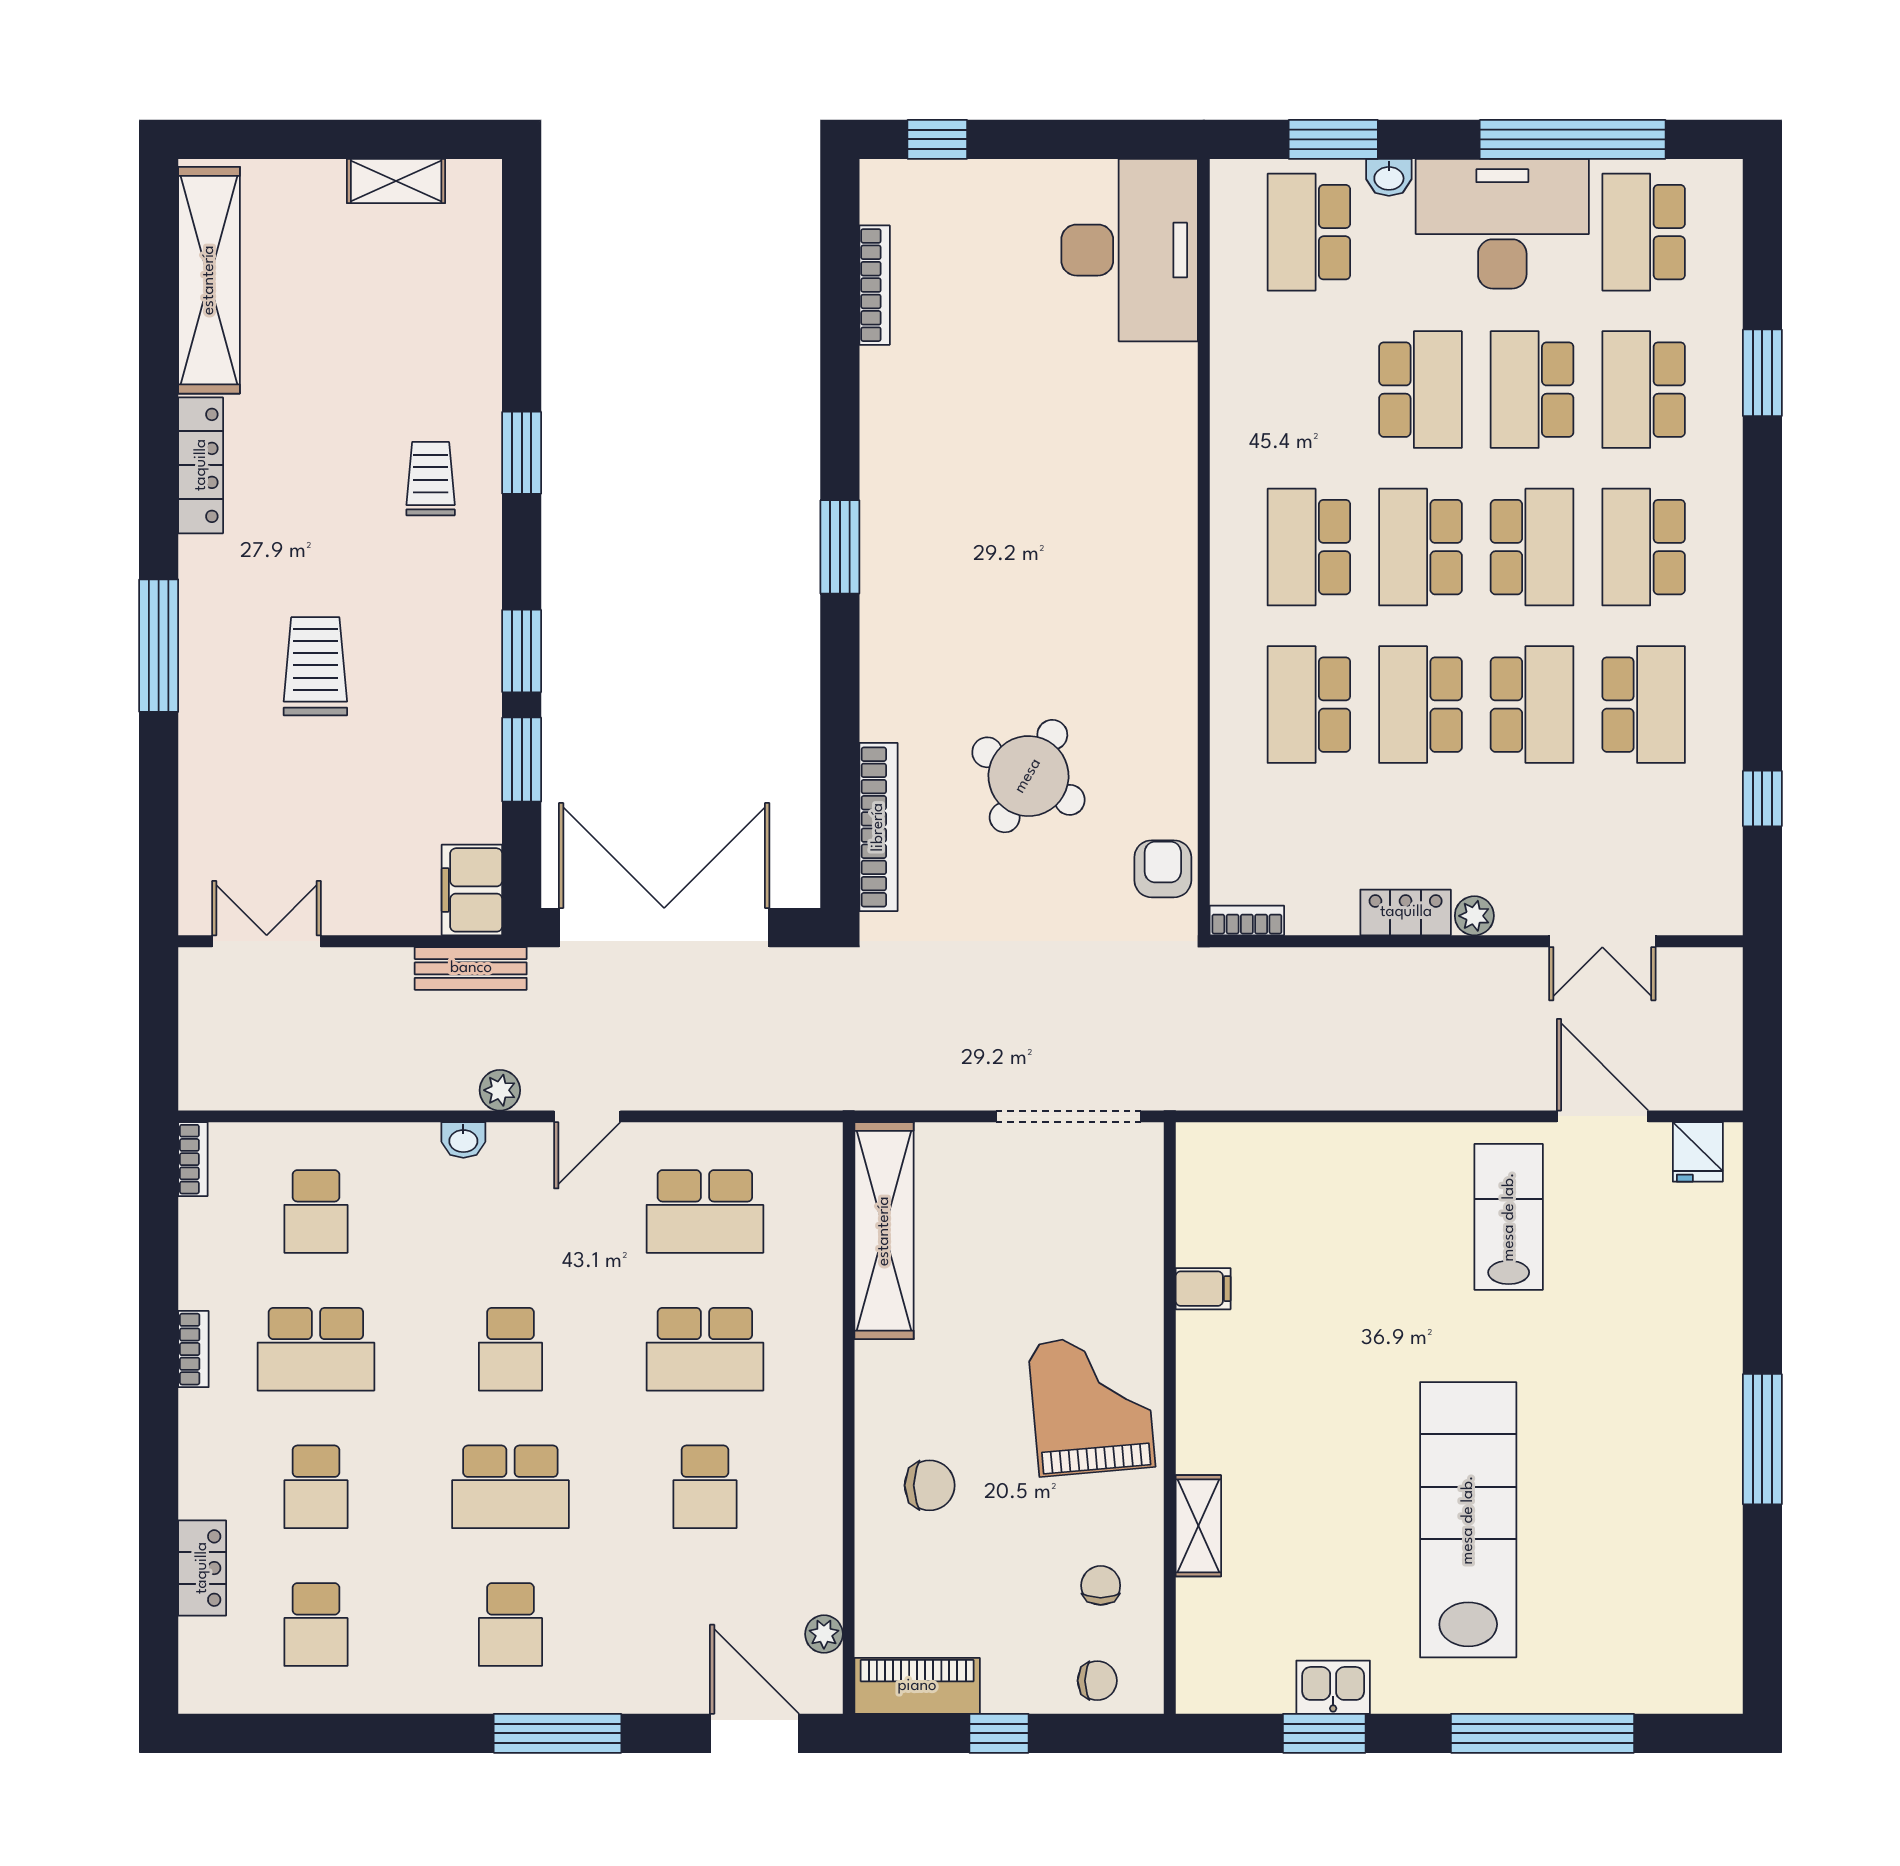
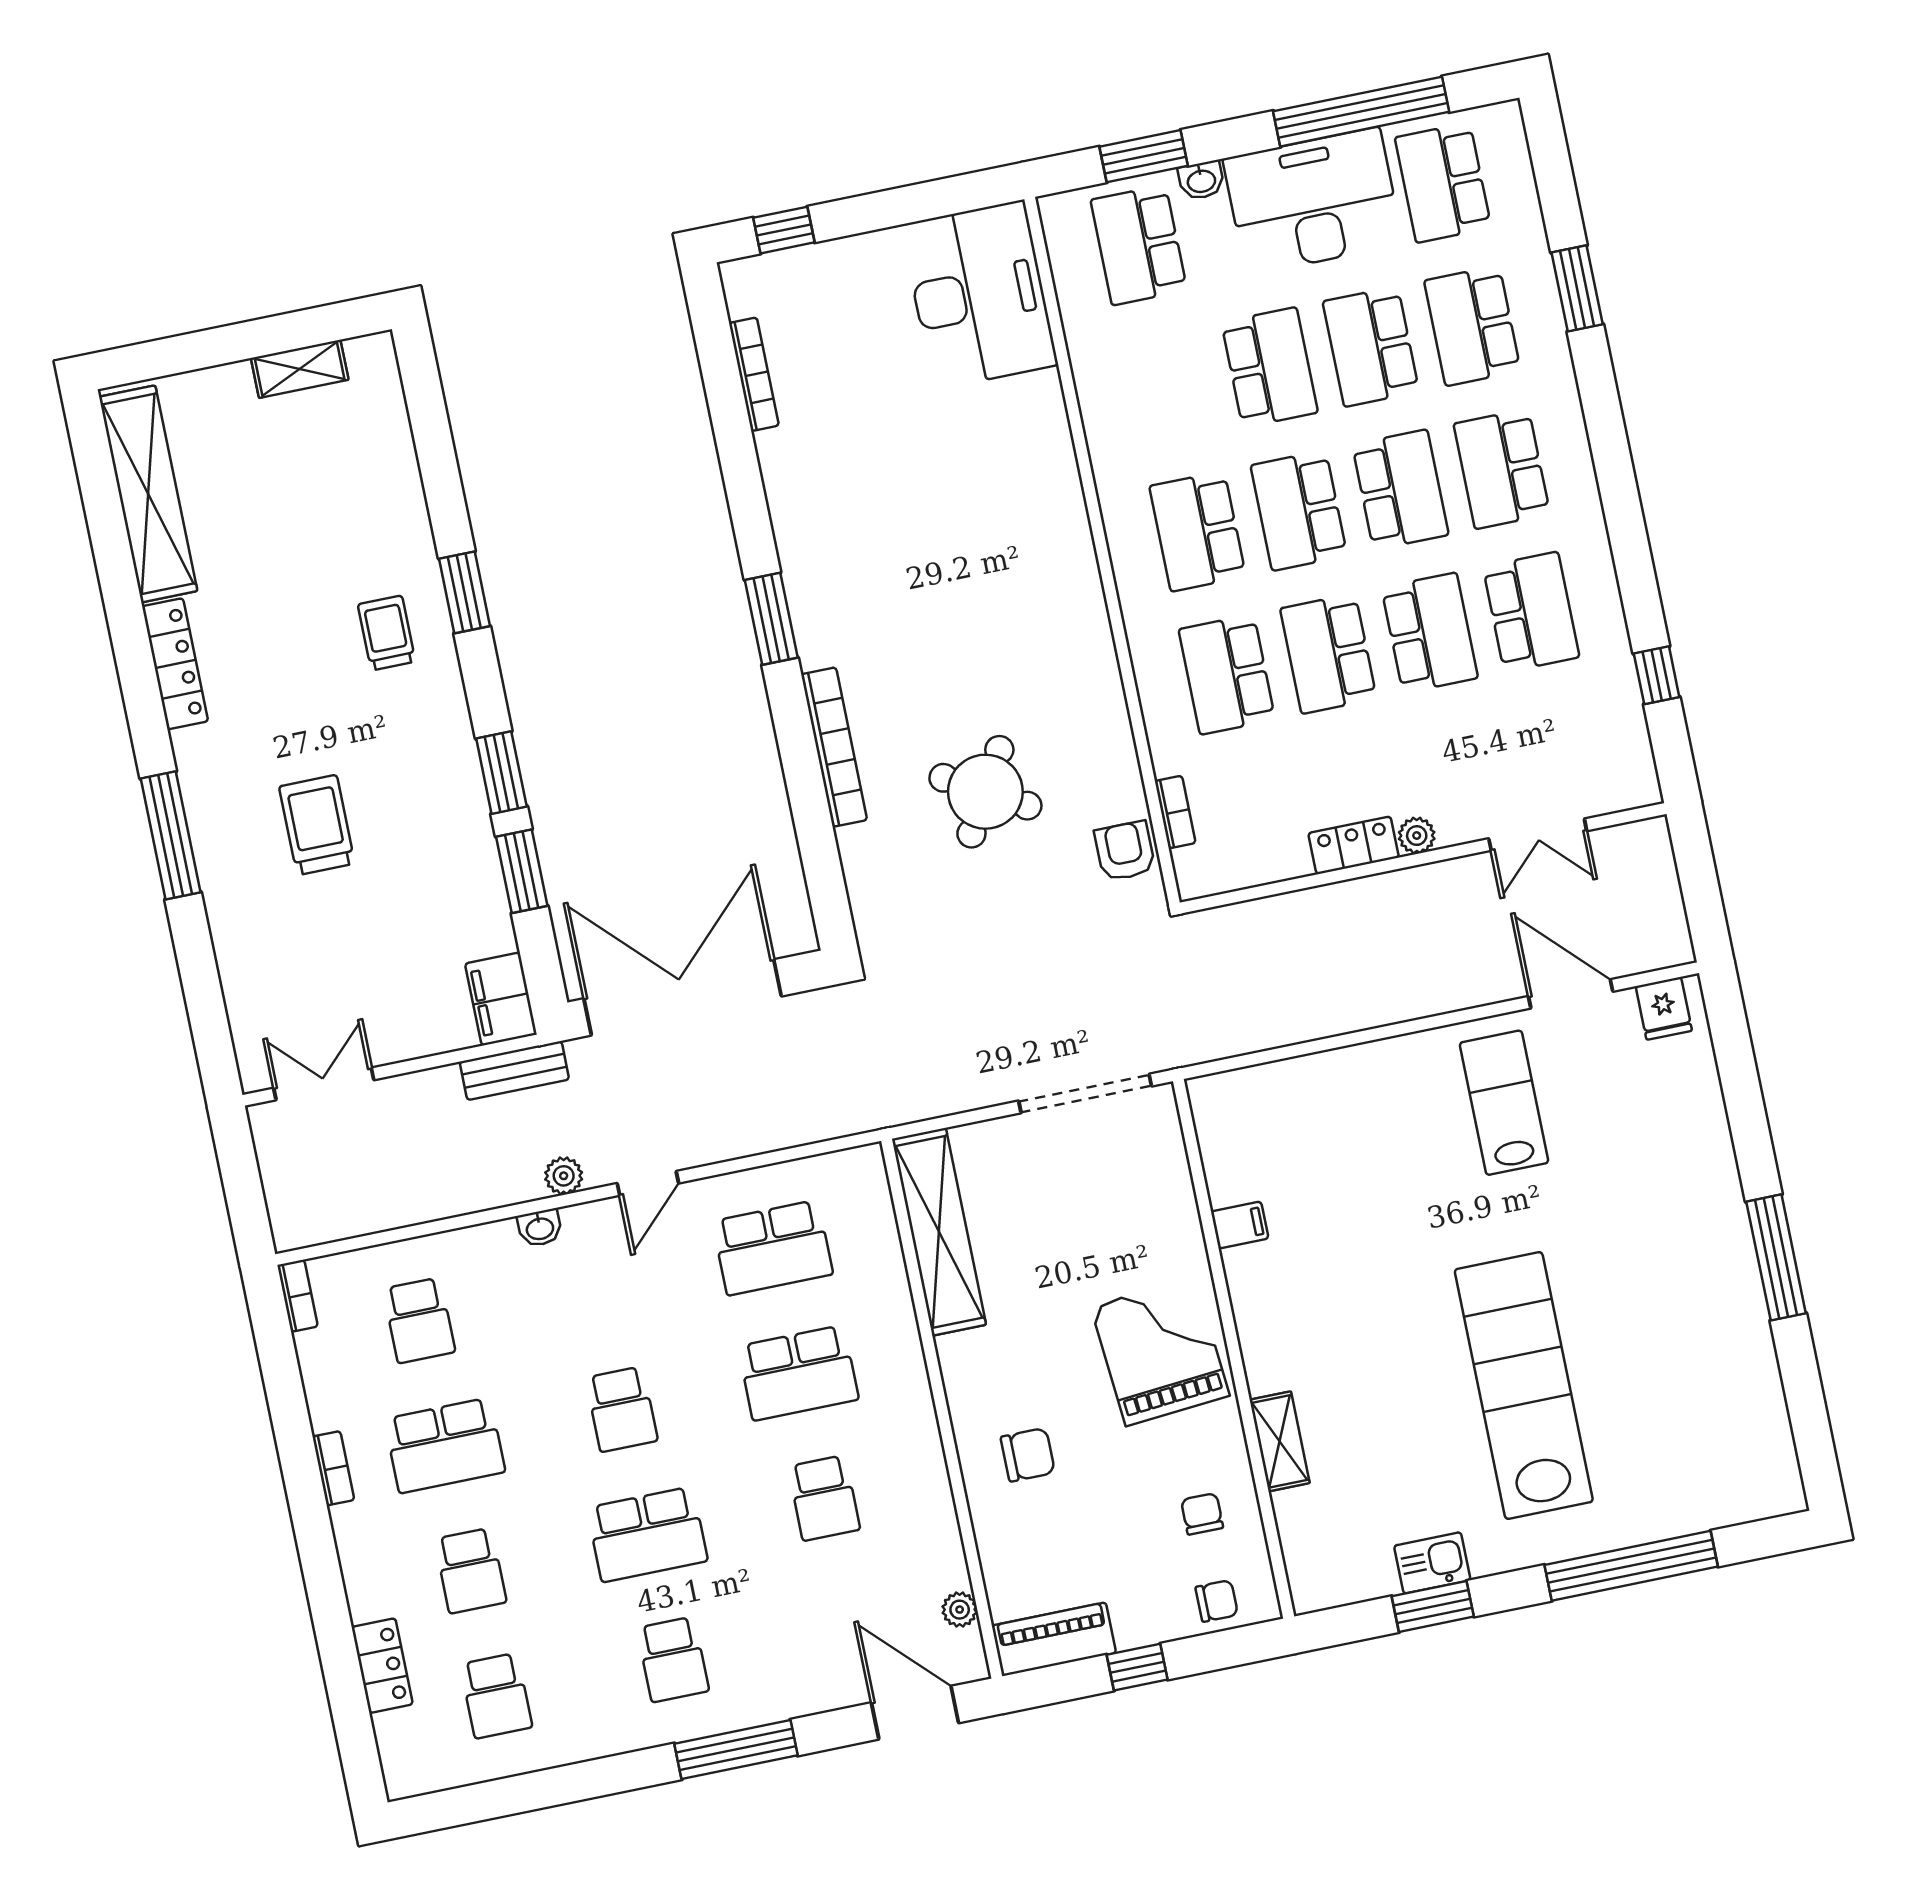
bookcase: (878, 827) -> (834, 747), moved
bookcase: (1247, 920) -> (1175, 812), moved, turned 90

